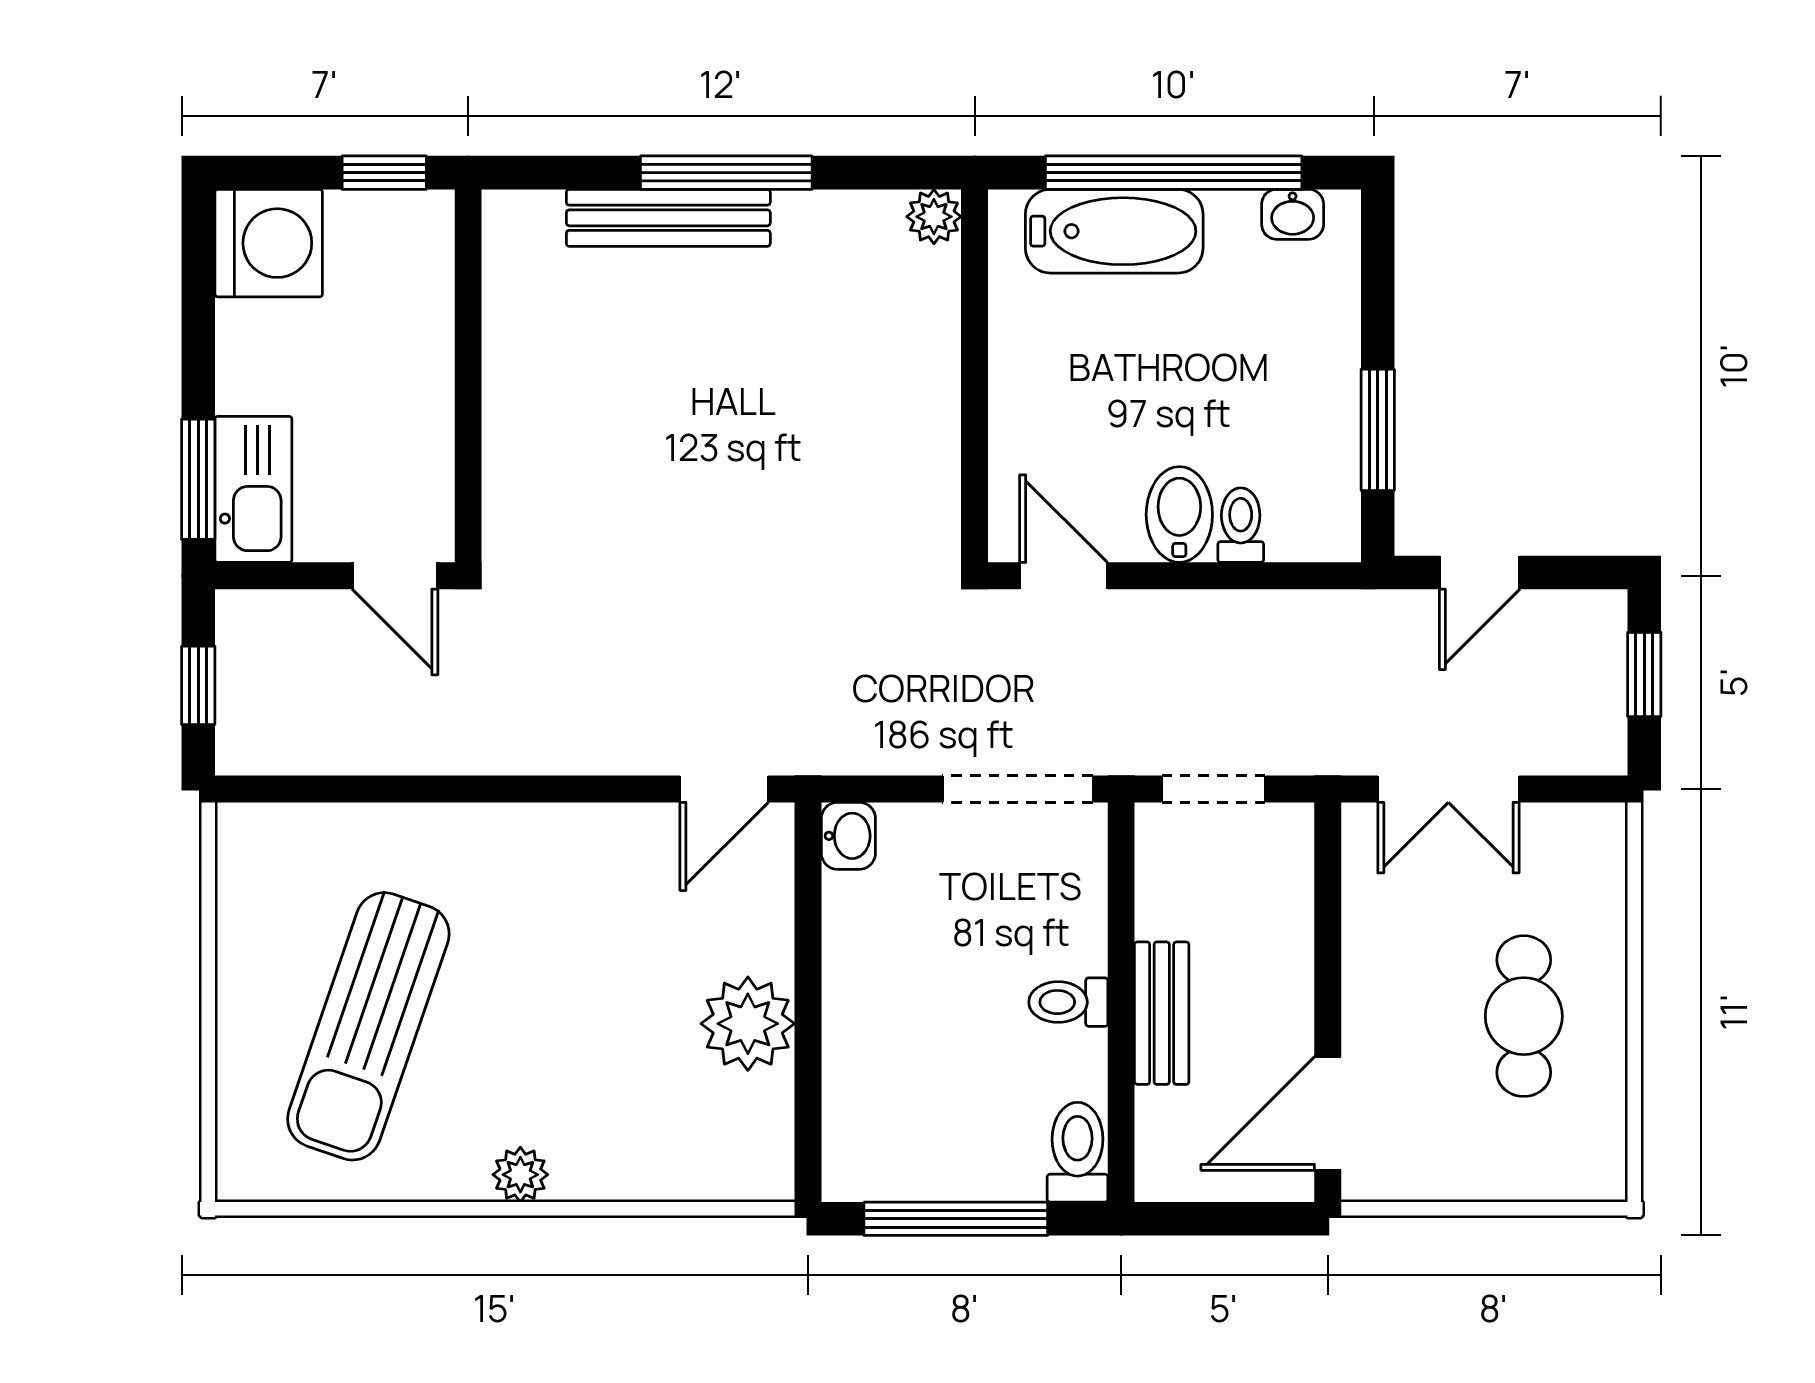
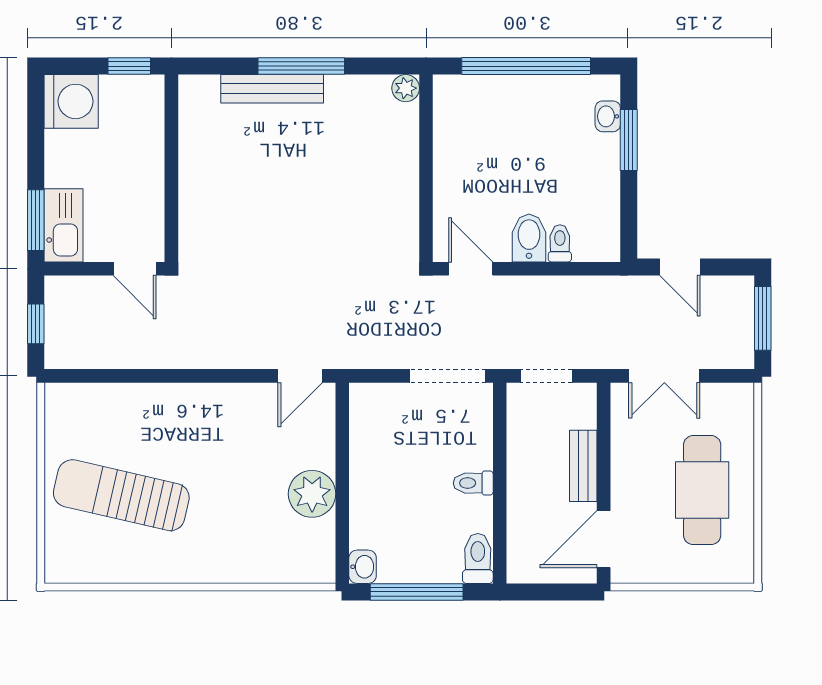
washbasin: (1293, 214) -> (608, 116), moved, turned 90
bathtub: (1114, 231) -> (496, 95), removed
window: (1378, 430) -> (629, 140), moved
door: (1480, 572) -> (680, 267), hinge flipped
window: (1644, 674) -> (763, 318), width x1.50
washbasin: (848, 836) -> (363, 567), moved
bench: (1162, 1013) -> (583, 466), moved
cafe table: (1524, 1016) -> (702, 490), width x1.37, depth x1.35
sun lounger: (368, 1026) -> (121, 495), turned 84
plant: (520, 1175) -> (198, 570), removed

